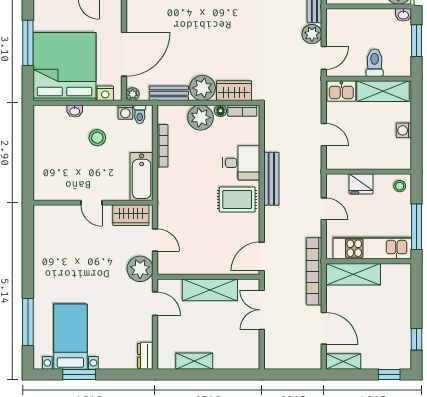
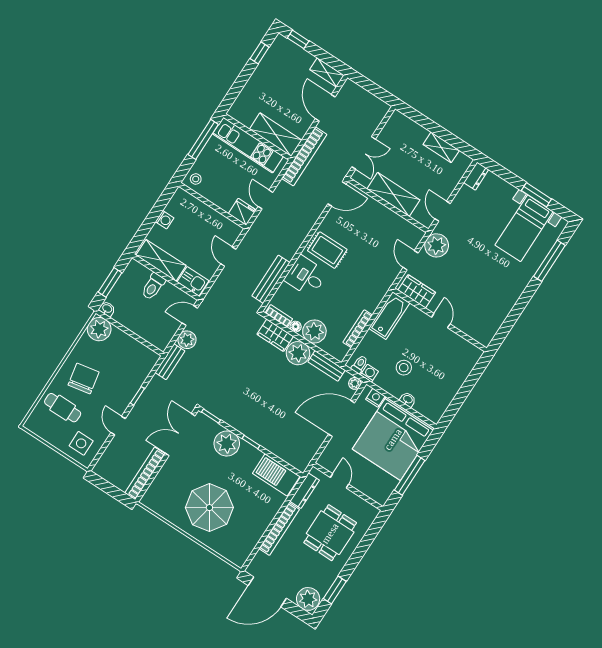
bench: (271, 179) -> (271, 279), moved
fridge: (361, 184) -> (242, 212), moved

